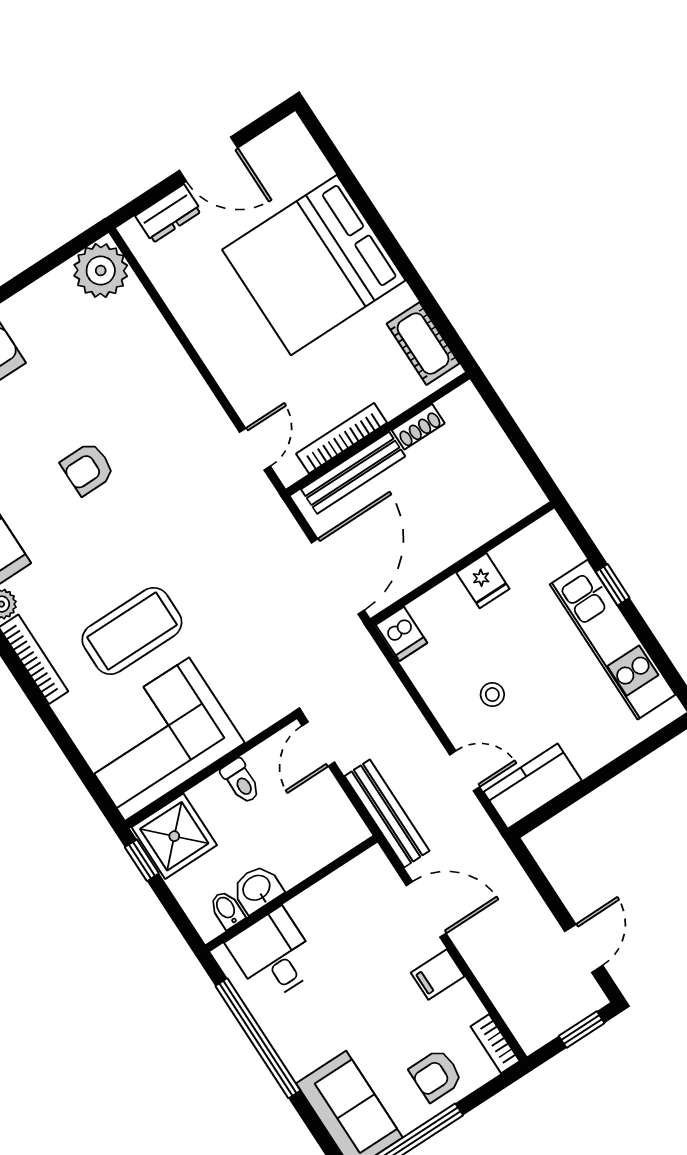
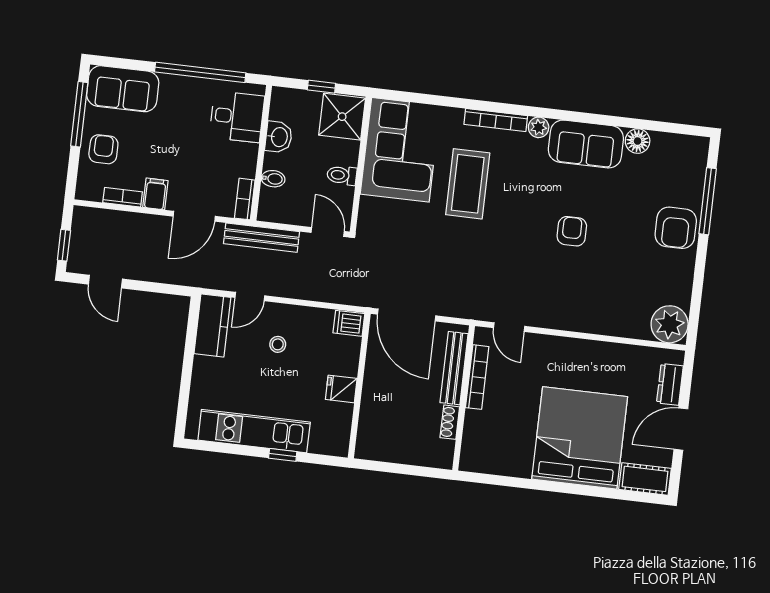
cot: (423, 344) -> (645, 479), moved
window: (142, 860) -> (321, 87), moved
bookcase: (359, 869) -> (245, 199), added
bidet: (227, 910) -> (273, 179), moved
bookcase: (495, 1044) -> (123, 197), moved

